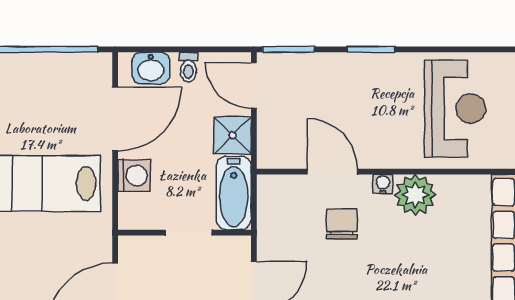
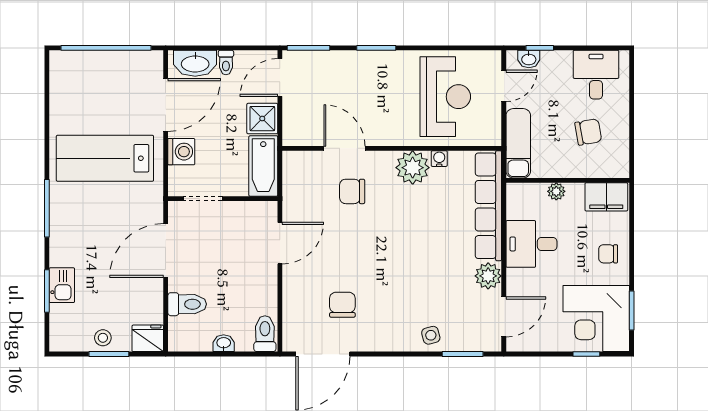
washbasin: (151, 68) -> (195, 63), width x1.38
door: (254, 85) -> (280, 78), hinge flipped
water cooler: (383, 184) -> (439, 159), moved
chair: (342, 224) -> (352, 191), turned -90
doorway: (189, 233) -> (203, 199), moved

